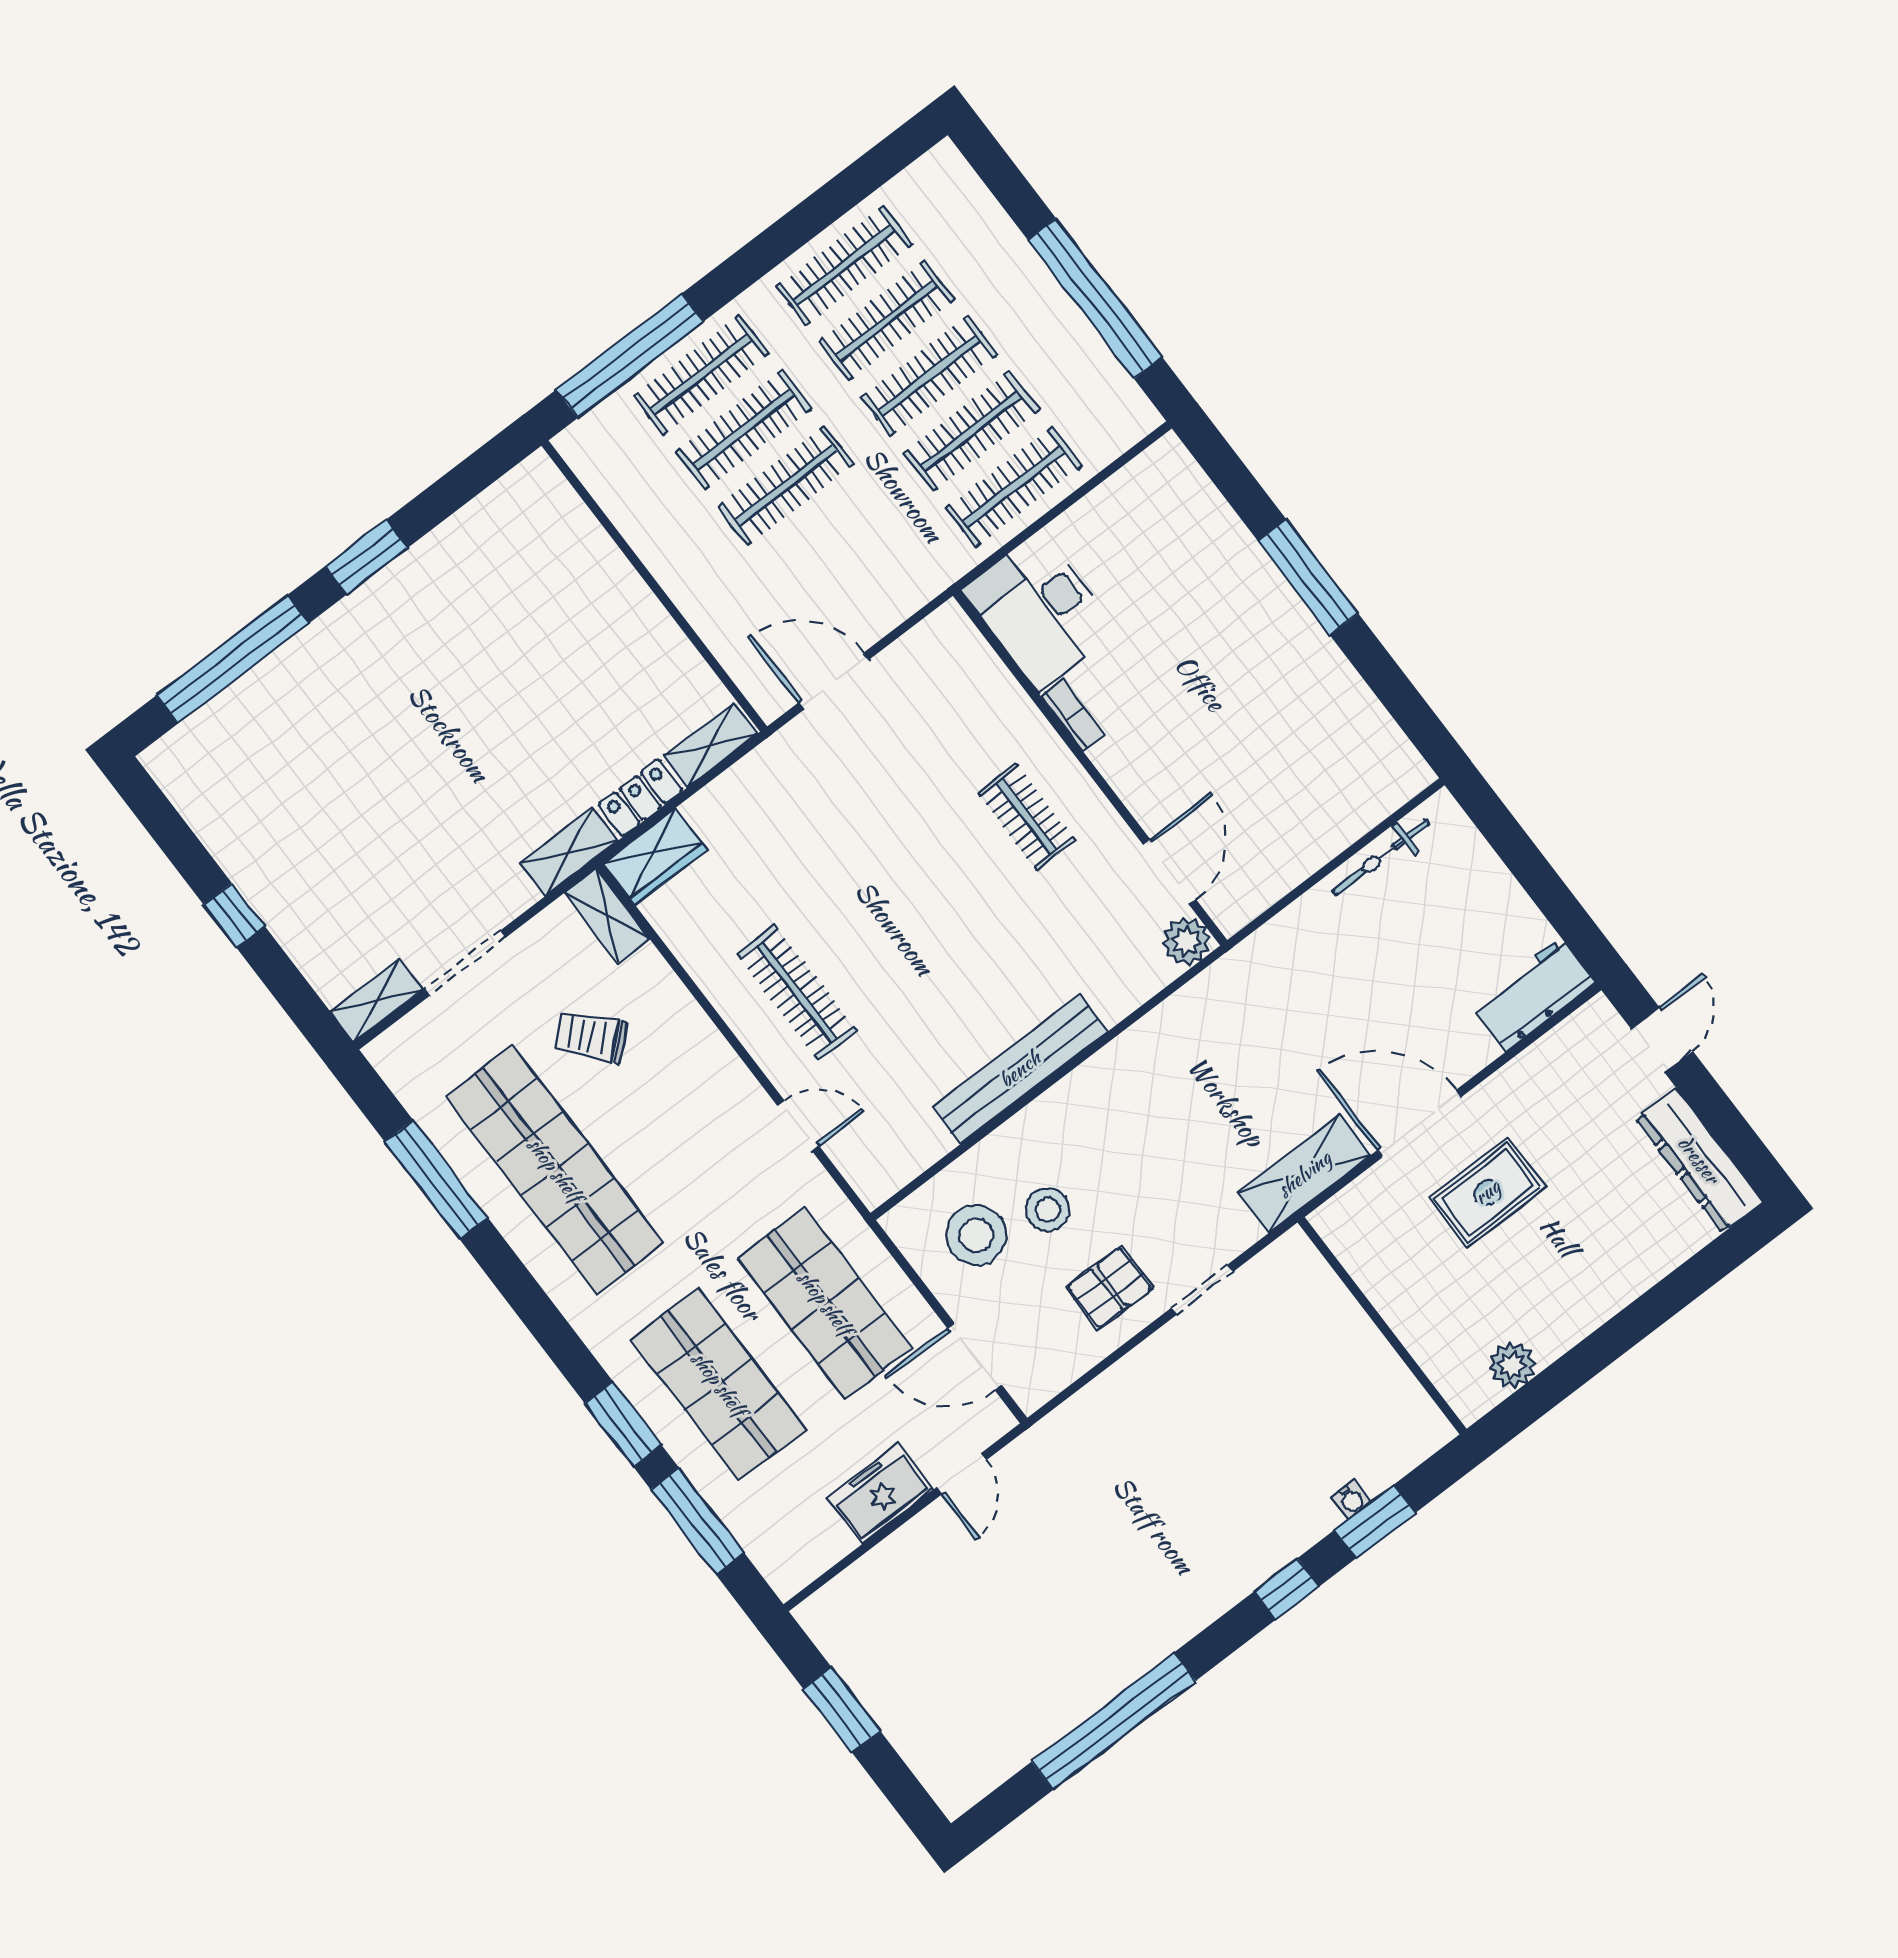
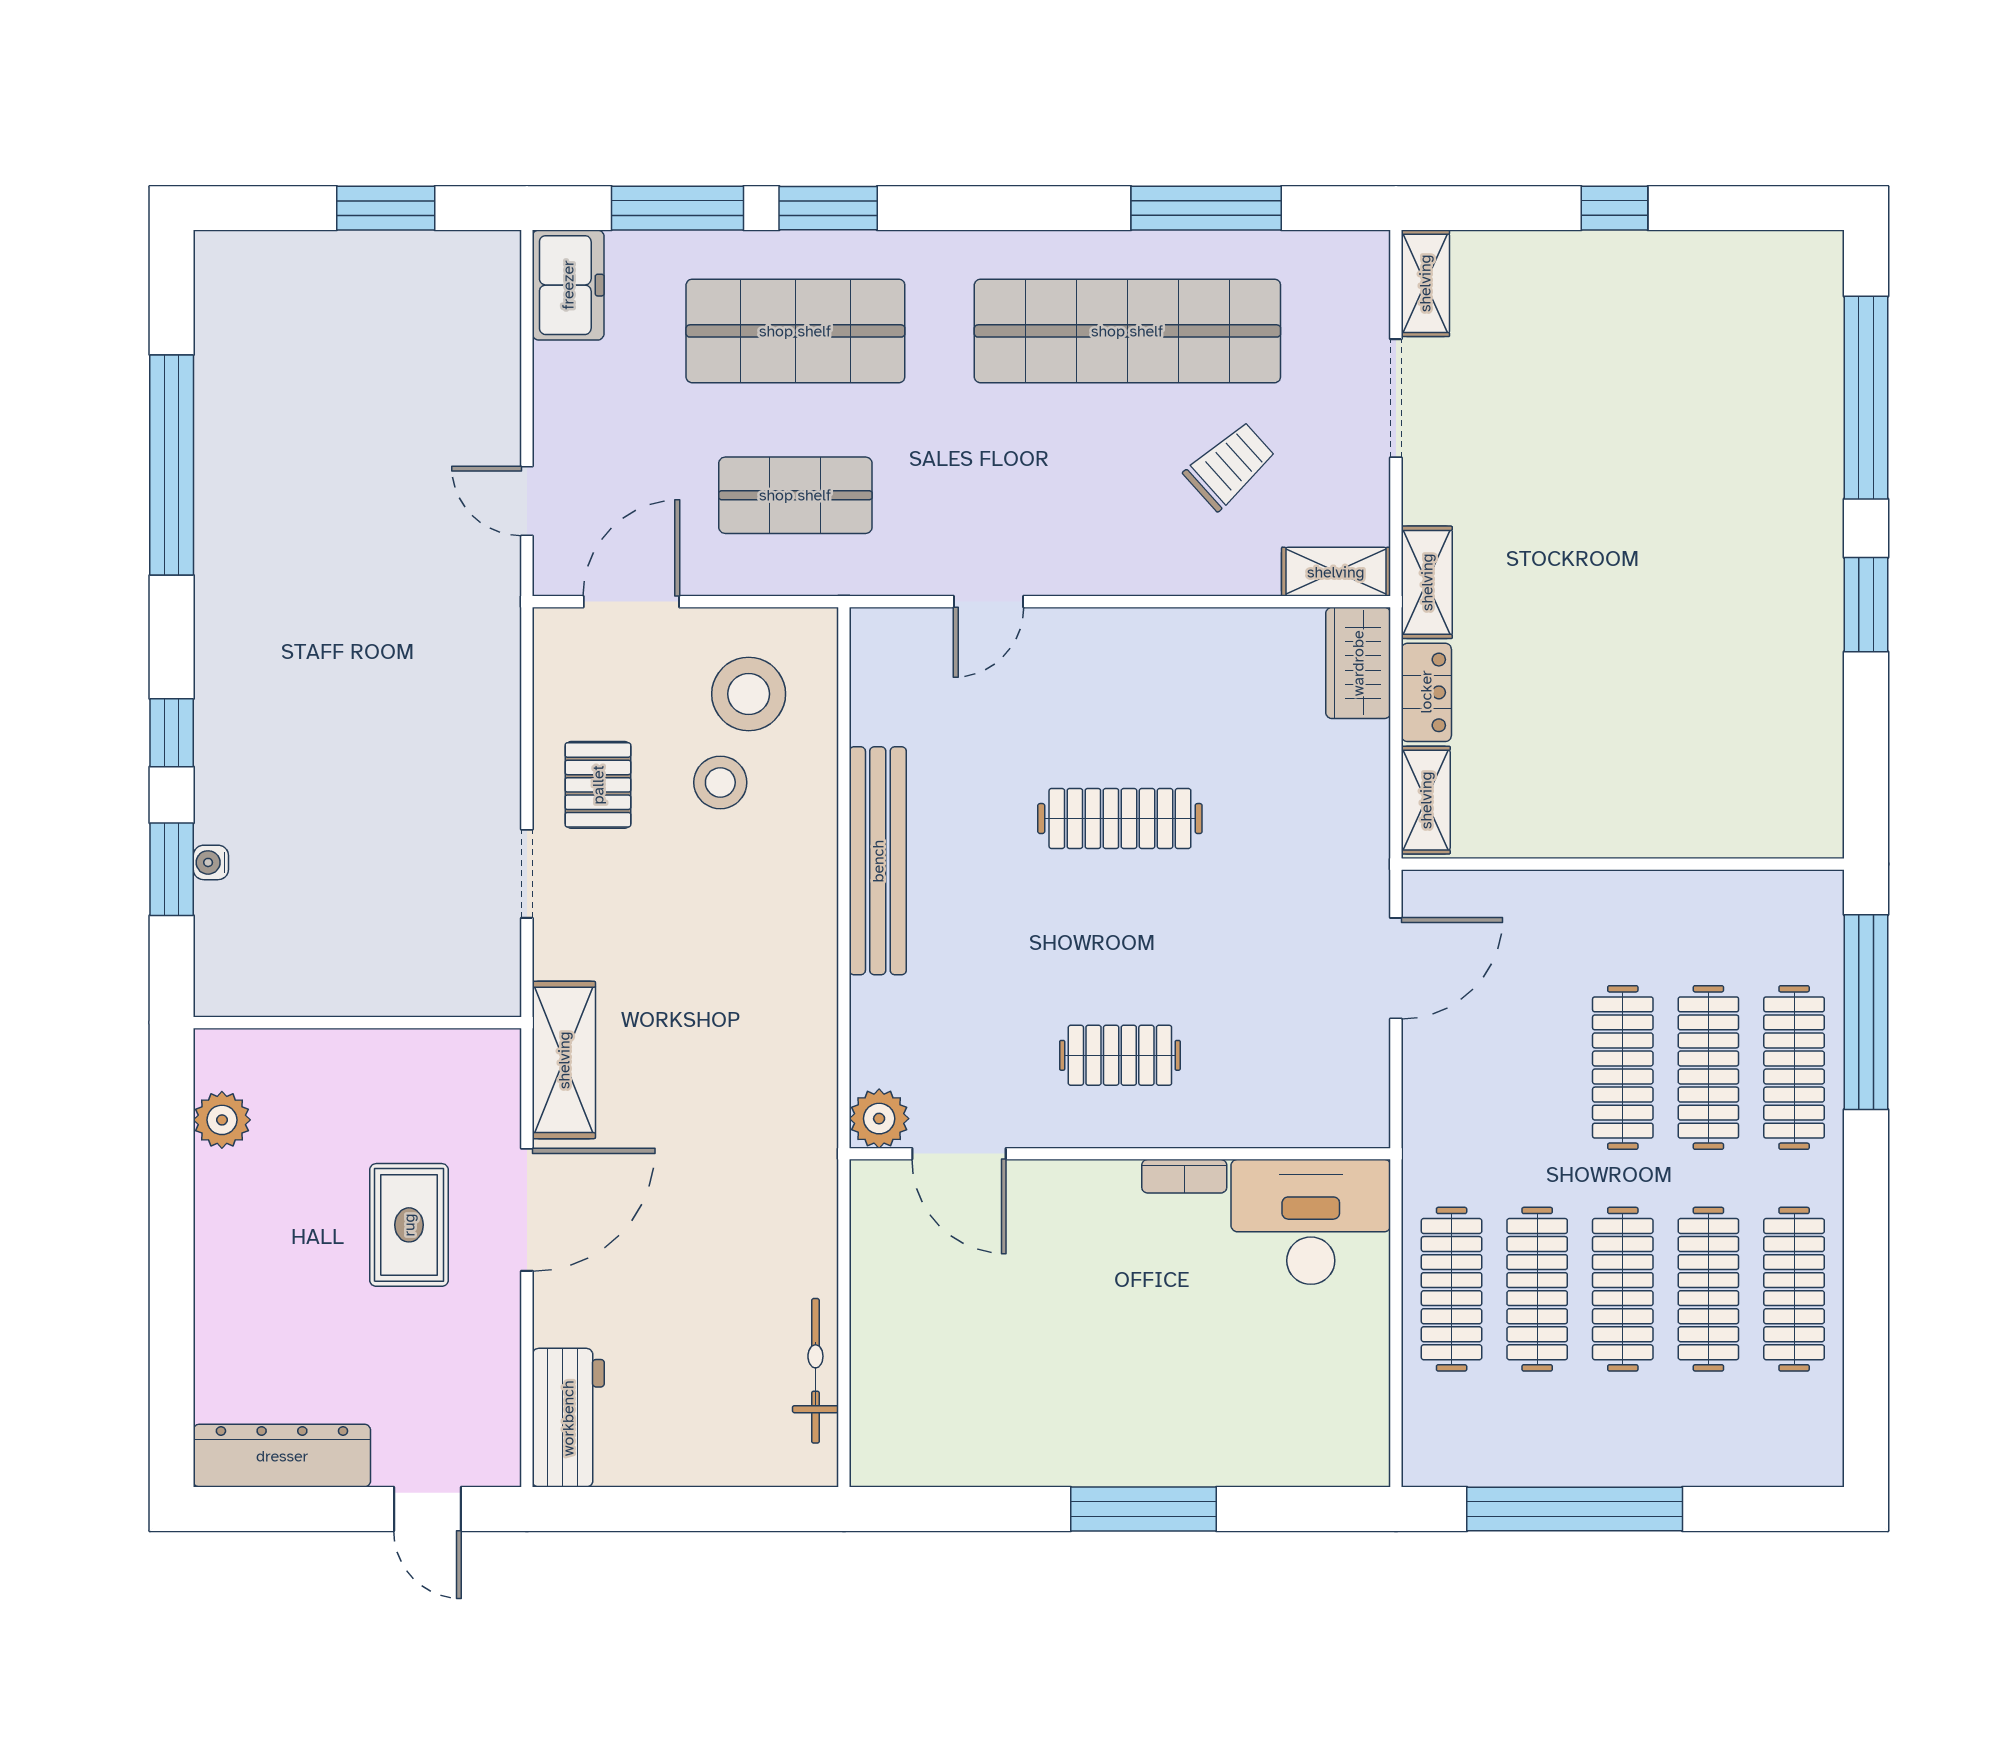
clothes rail: (797, 992) -> (1120, 819), moved
shop shelf: (825, 1303) -> (795, 495), width x0.70, depth x0.74
freezer: (880, 1494) -> (568, 285), moved

